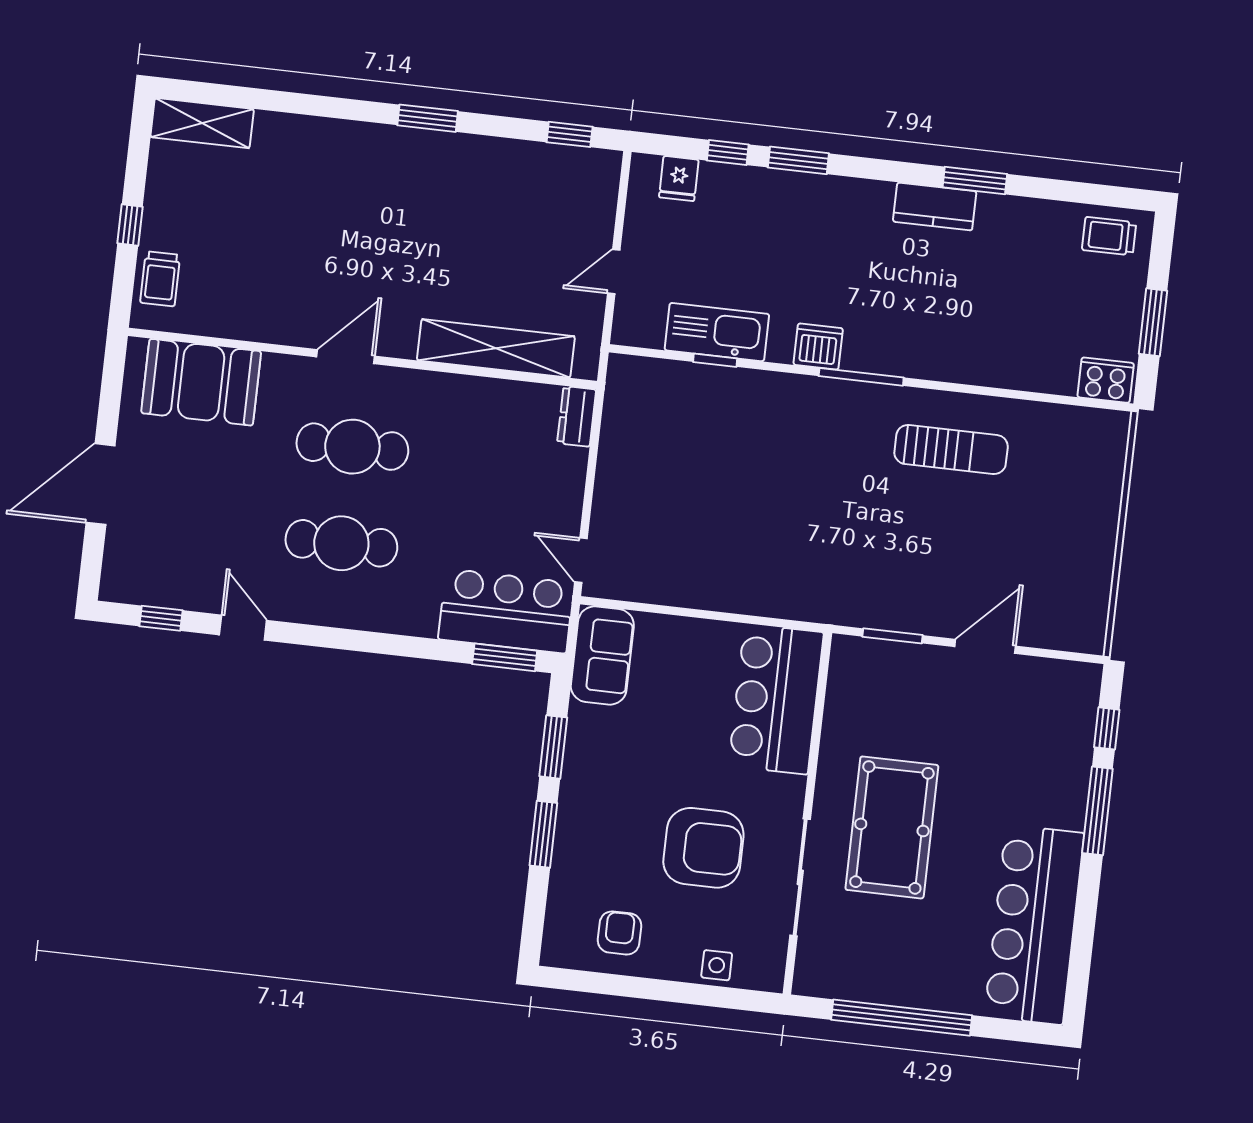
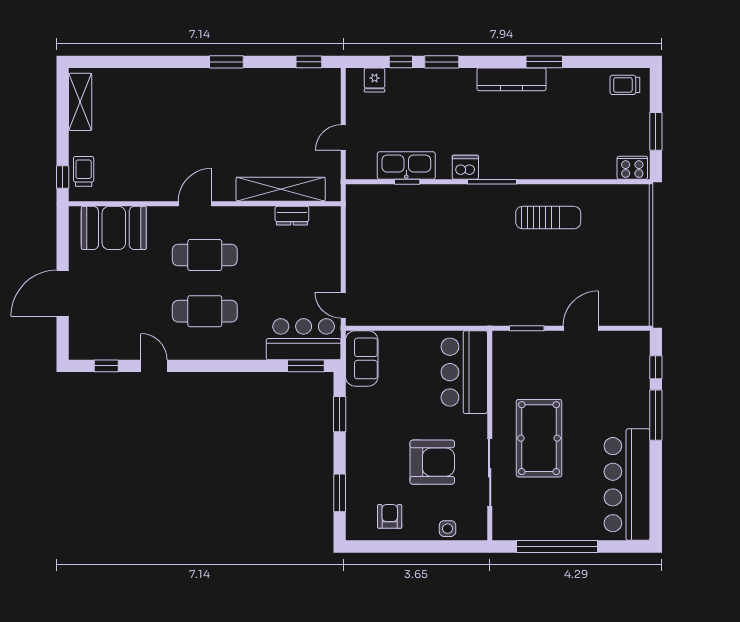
shelving: (202, 123) -> (80, 102), moved, turned 90
kitchen counter: (935, 207) -> (512, 79), width x1.50
window: (130, 225) -> (63, 177), moved
trolley: (160, 279) -> (84, 171), turned 180
dresser: (577, 416) -> (292, 216), moved, turned -90
window: (543, 834) -> (340, 493), moved

